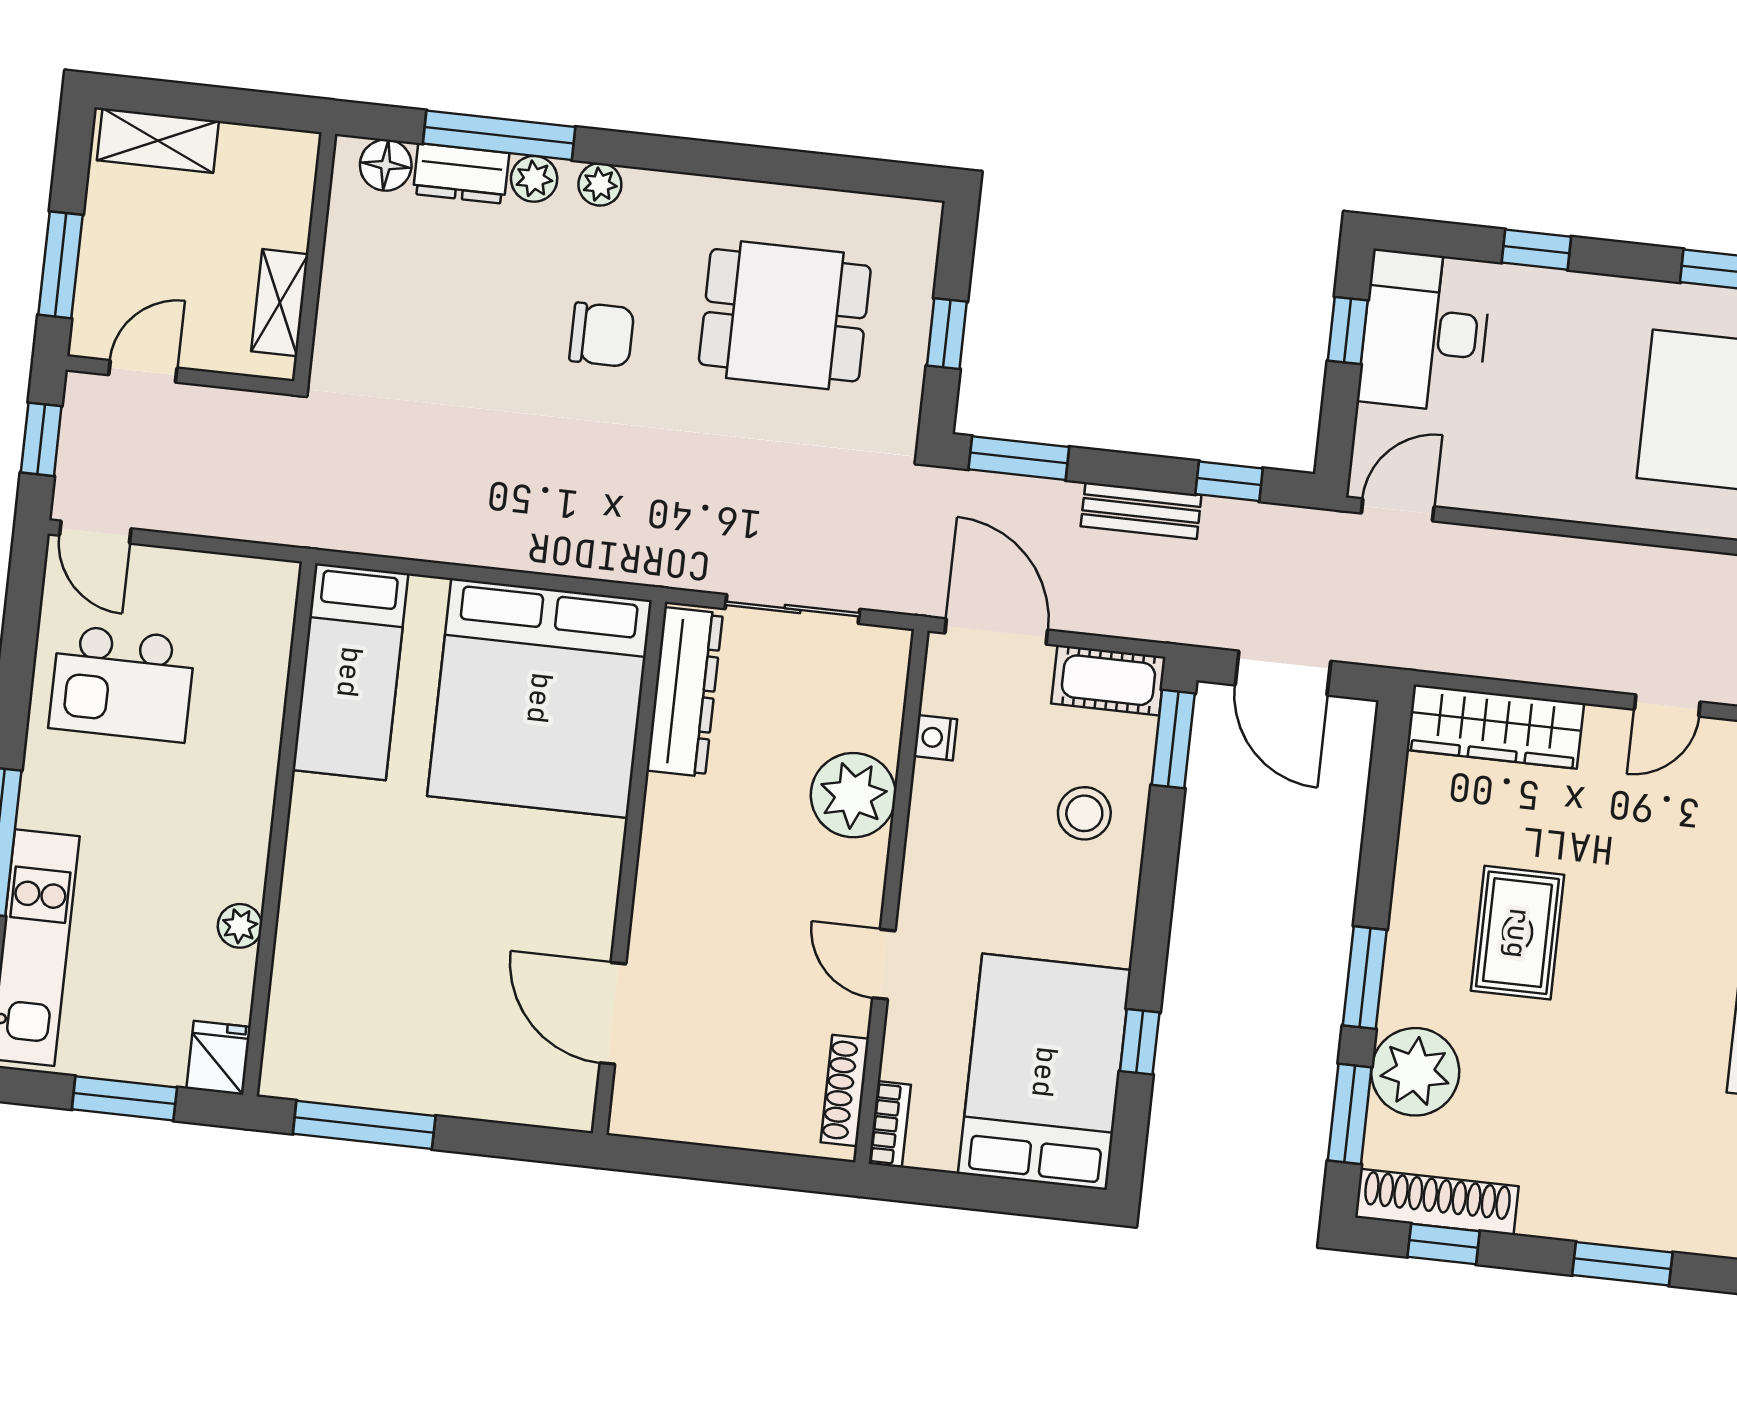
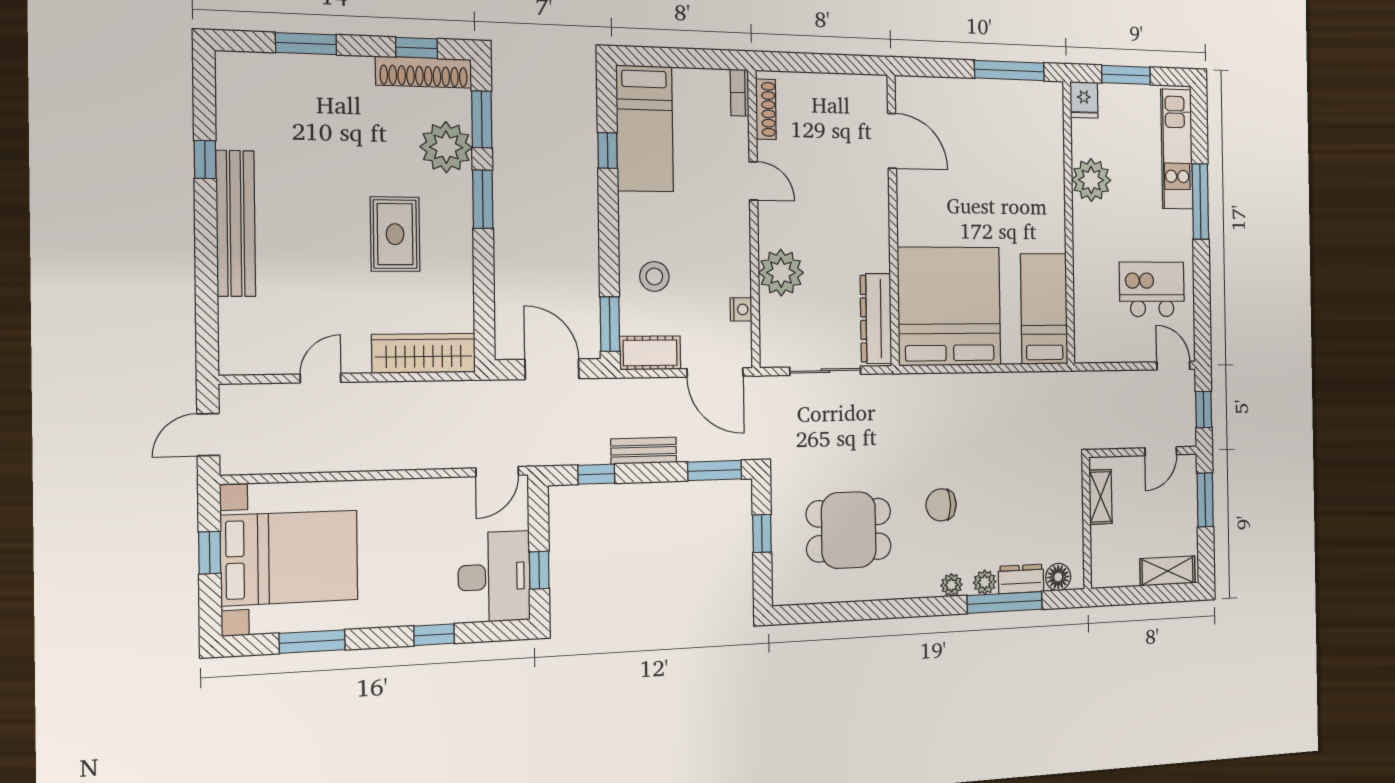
plant: (240, 926) -> (1091, 180), width x1.87, depth x1.87
bed: (1045, 1072) -> (645, 129), width x0.67

